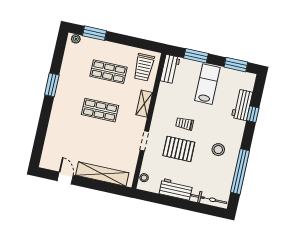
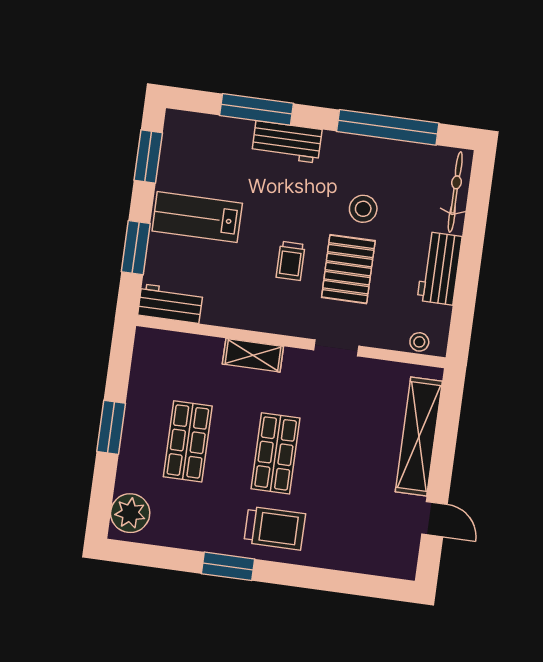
window: (94, 33) -> (111, 427), moved
plant: (76, 39) -> (130, 513), width x1.88, depth x1.88
trolley: (144, 67) -> (275, 528), moved
workbench: (242, 105) -> (287, 142), moved
window: (253, 114) -> (257, 109), width x2.17
stool: (218, 150) -> (363, 209), moved
door: (65, 178) -> (435, 519), swing flipped

